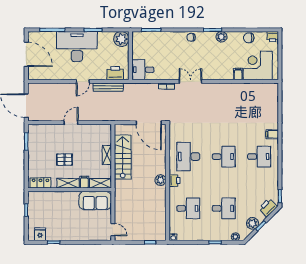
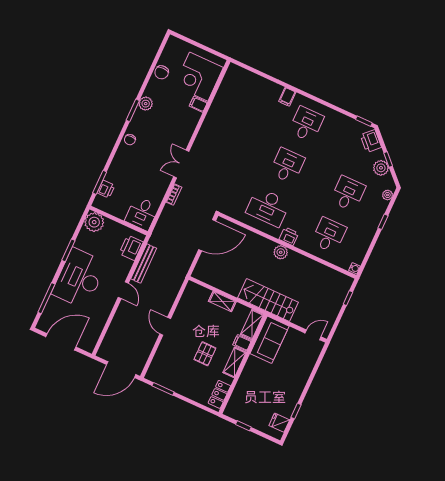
printer: (273, 37) -> (106, 189), moved
stairs: (123, 157) -> (268, 300), moved

